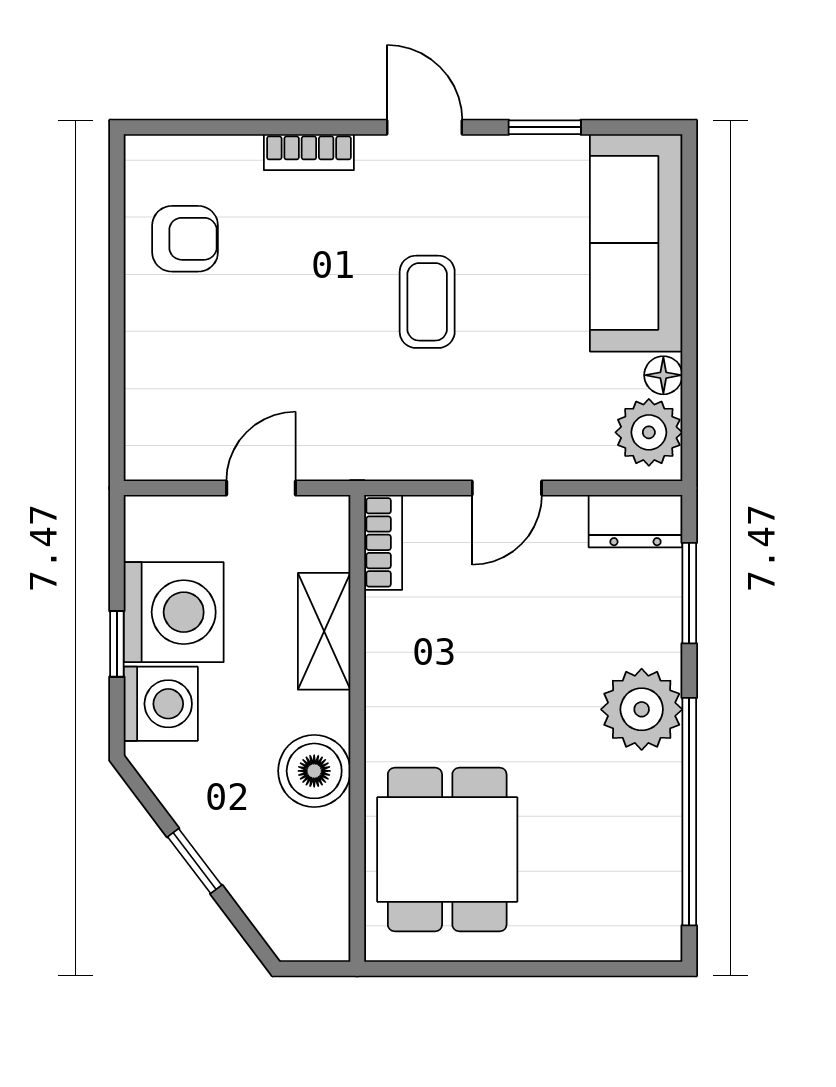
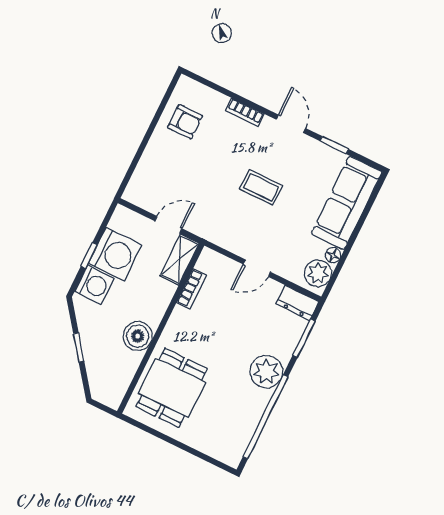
coffee table: (427, 302) -> (261, 187), turned 90
bookcase: (383, 542) -> (192, 289), moved
shelving: (324, 631) -> (180, 259), moved

